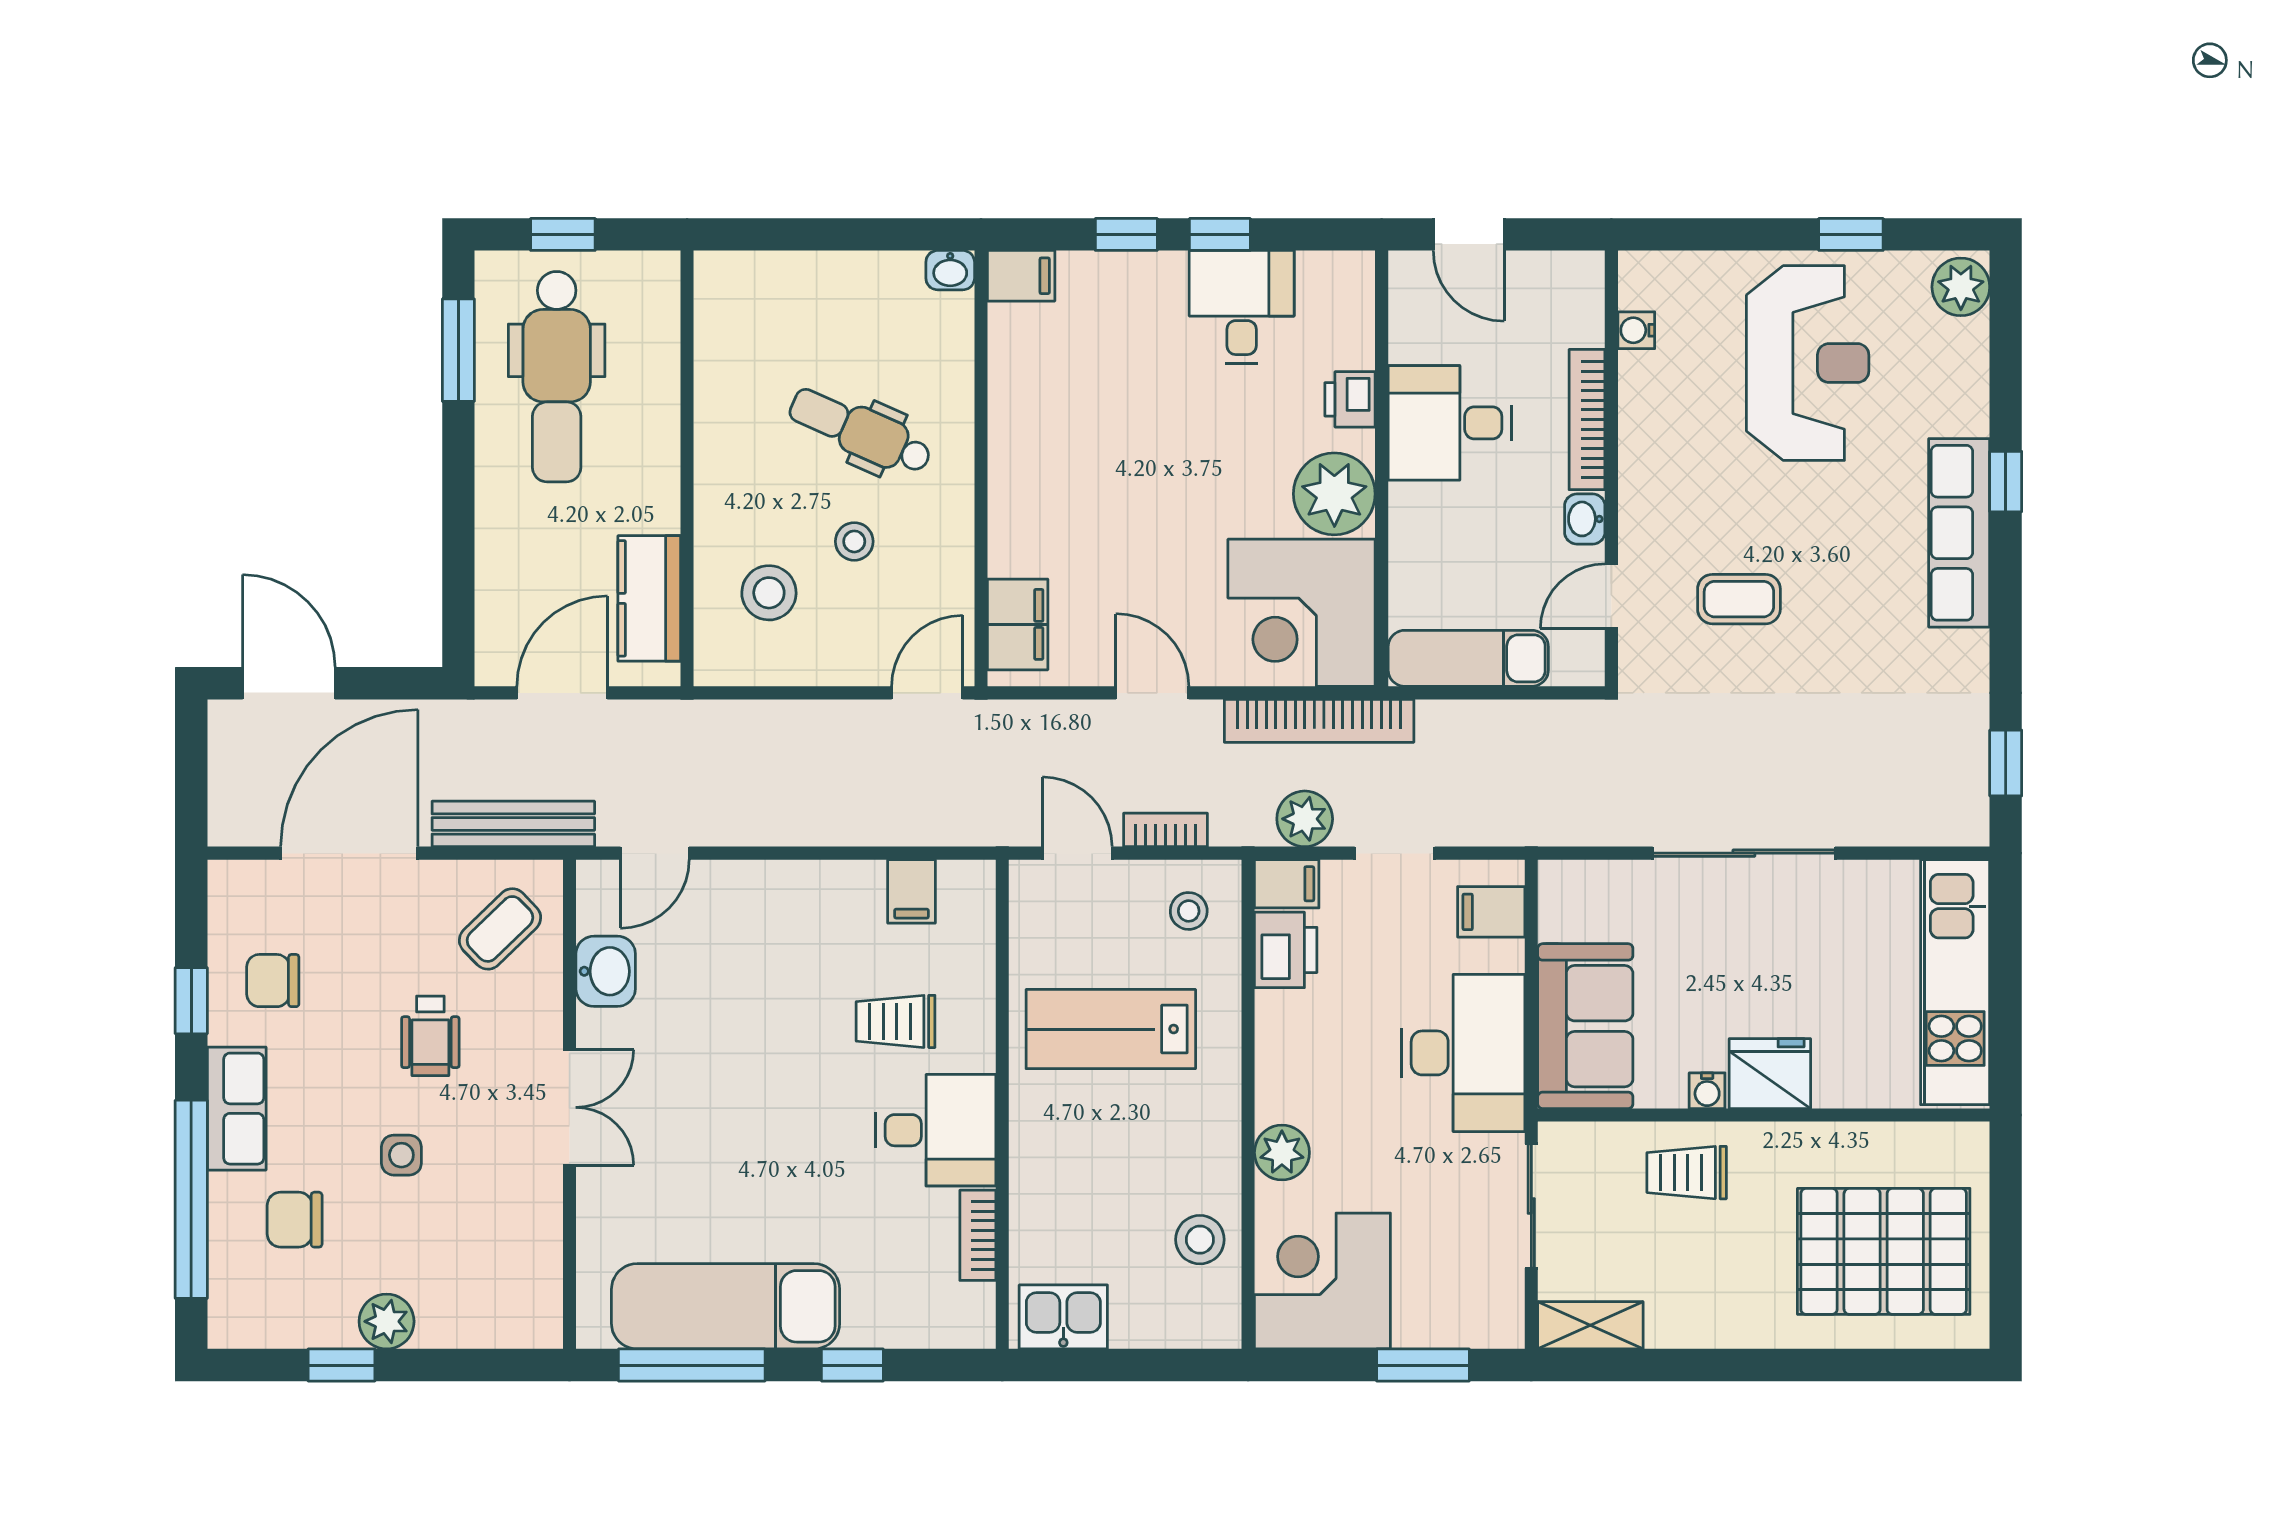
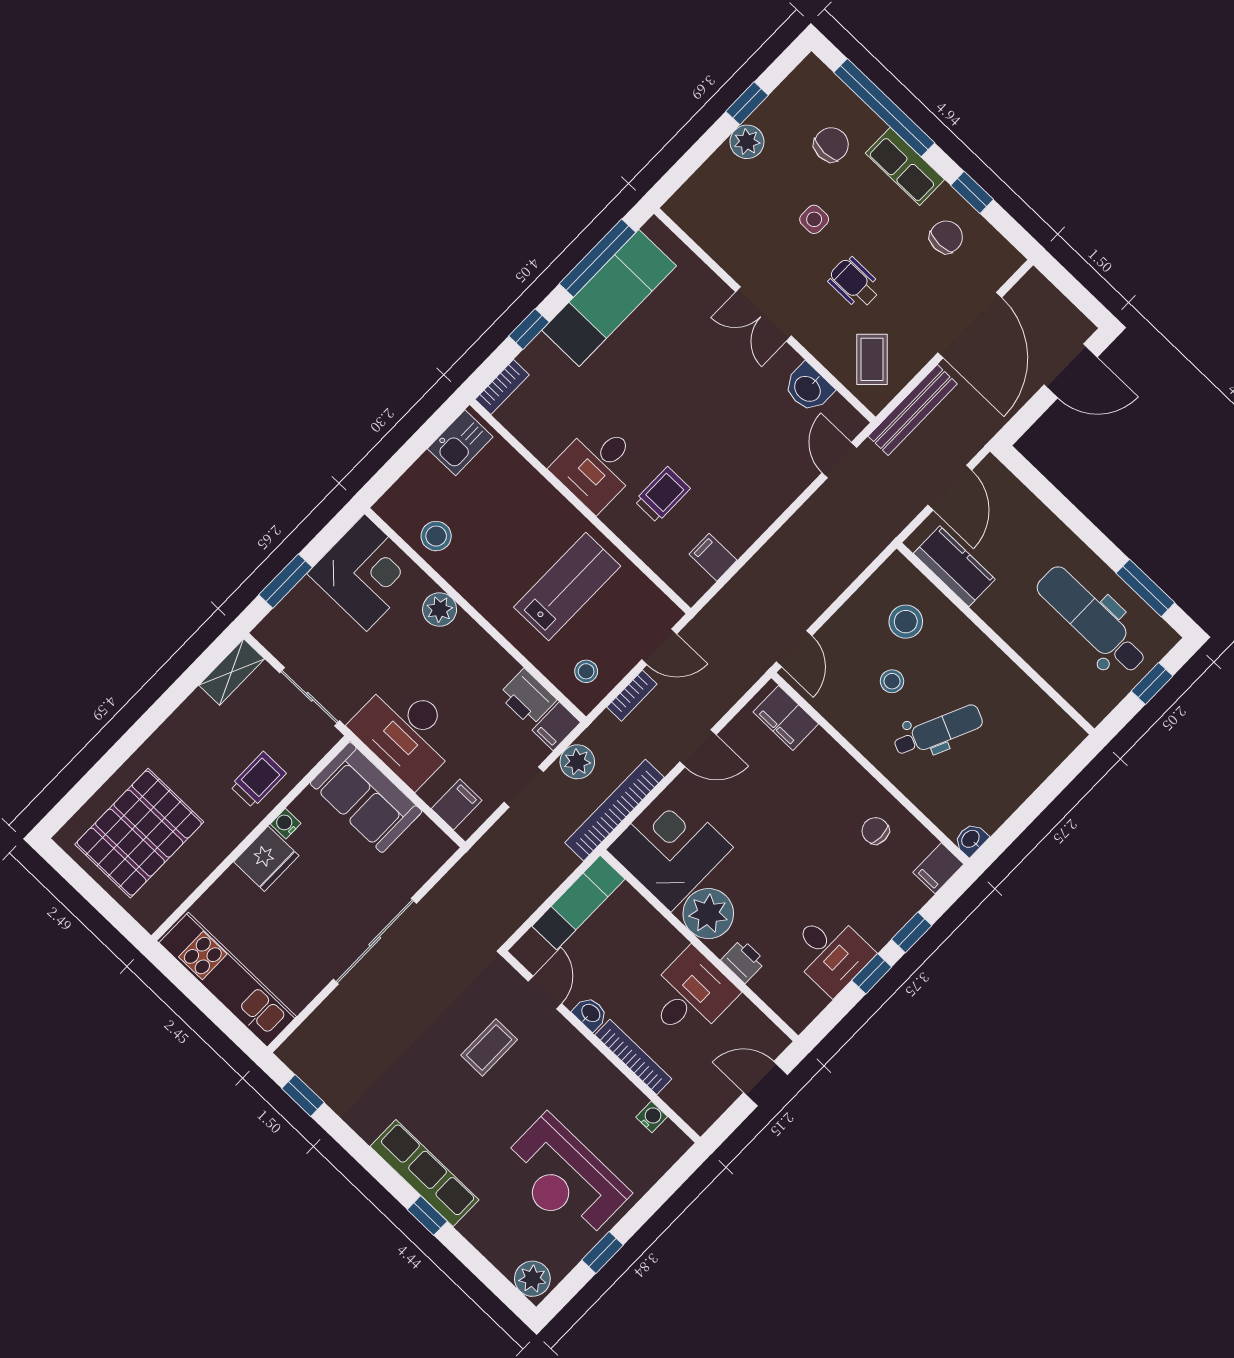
chair: (1048, 392) -> (875, 831), added
bookcase: (978, 1235) -> (502, 387), moved, turned 90

